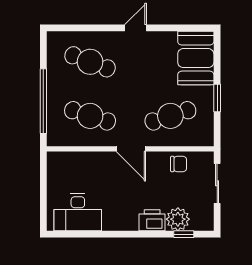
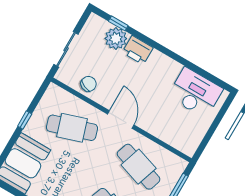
window: (217, 98) -> (25, 120), width x0.67
chair: (179, 164) -> (89, 84), turned 114

